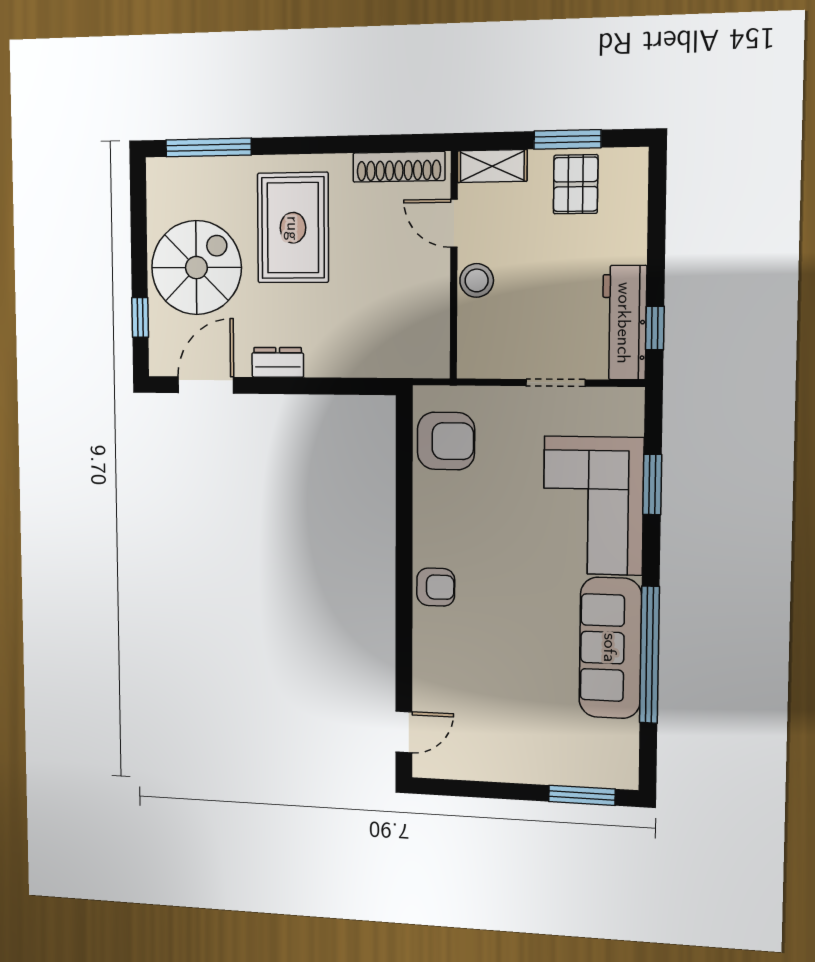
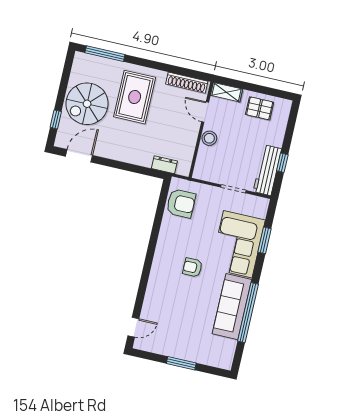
window: (567, 139) -> (260, 89), removed
pallet: (576, 184) -> (260, 108), turned 90
spiral stairs: (196, 268) -> (87, 104), turned 180
window: (655, 328) -> (282, 163), moved
dresser: (278, 362) -> (164, 165), moved
armchair: (436, 587) -> (192, 267), moved, turned 180
window: (582, 795) -> (181, 363), moved

